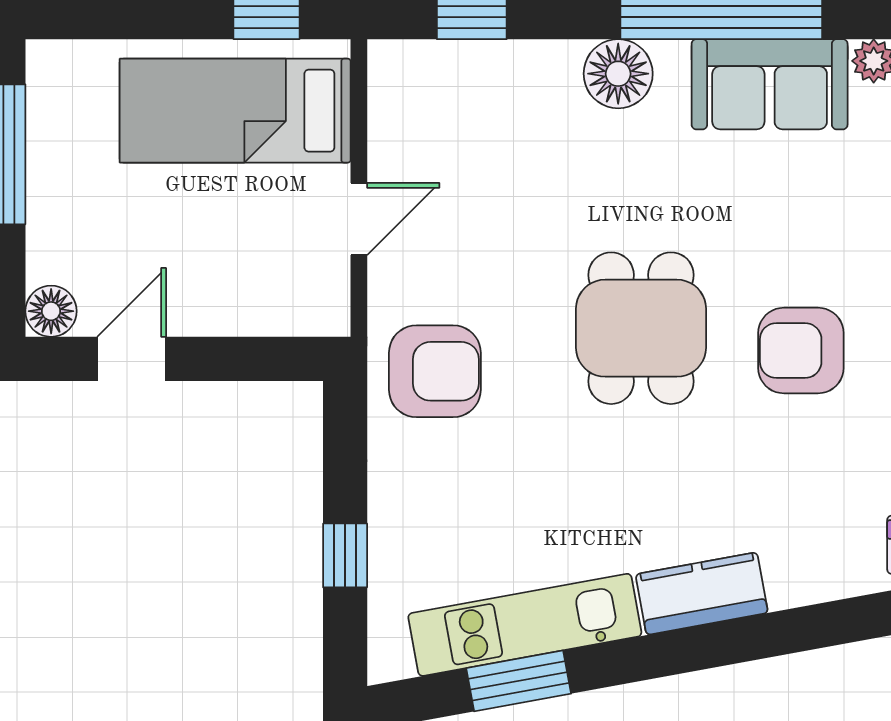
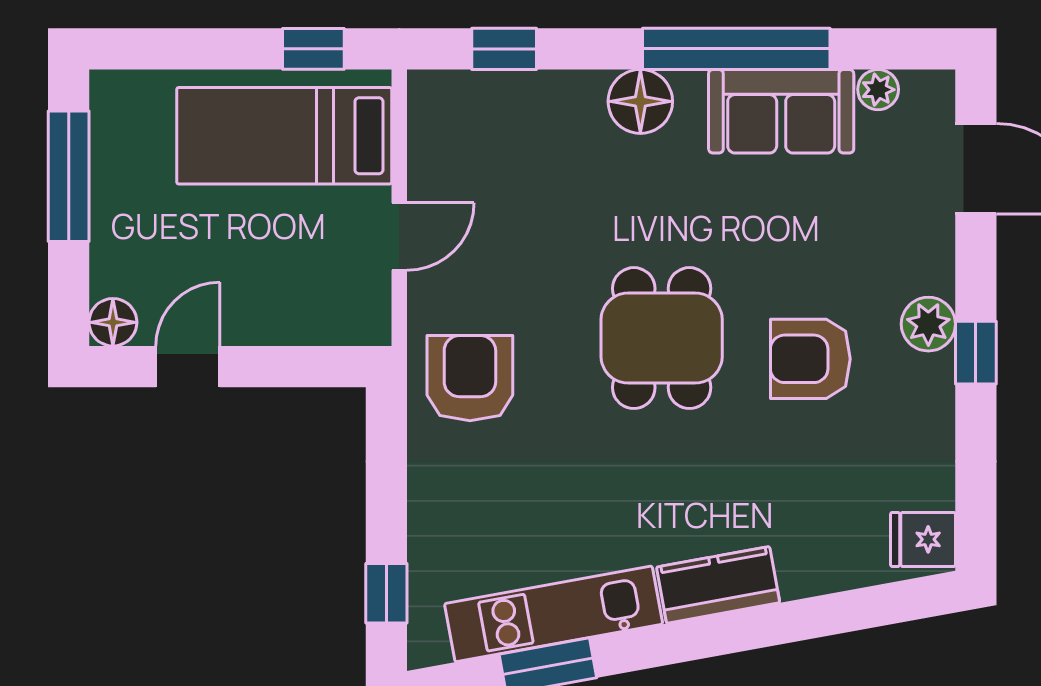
armchair: (435, 371) -> (470, 378), turned -90
window: (345, 555) -> (386, 593), moved

